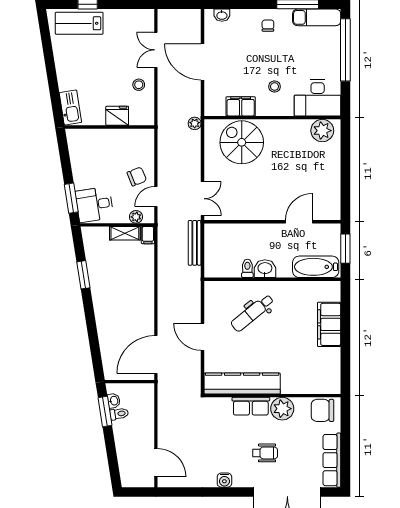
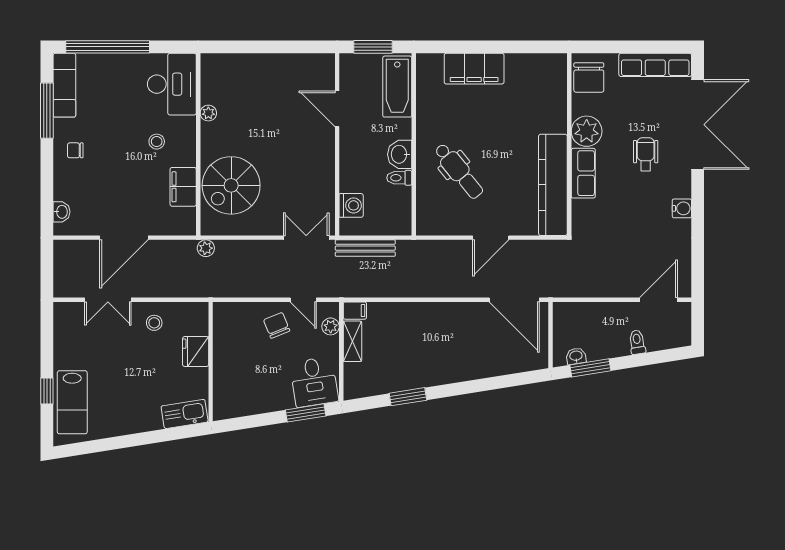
plant: (322, 131) -> (208, 113), moved, width x0.53, depth x0.53
washing machine: (227, 232) -> (351, 205), added
toilet: (119, 414) -> (637, 342), moved

